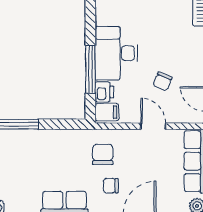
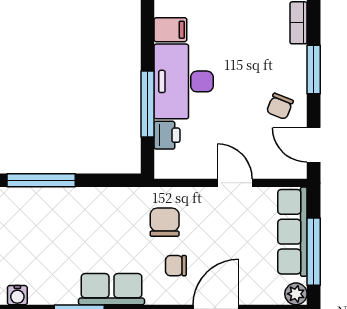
chair: (163, 81) -> (280, 106), moved
filing cabinet: (107, 112) -> (170, 30), moved

